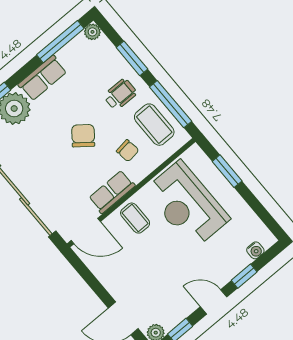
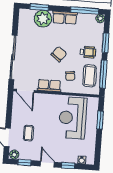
coffee table: (135, 218) -> (28, 133), moved

